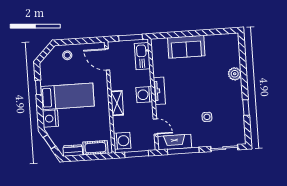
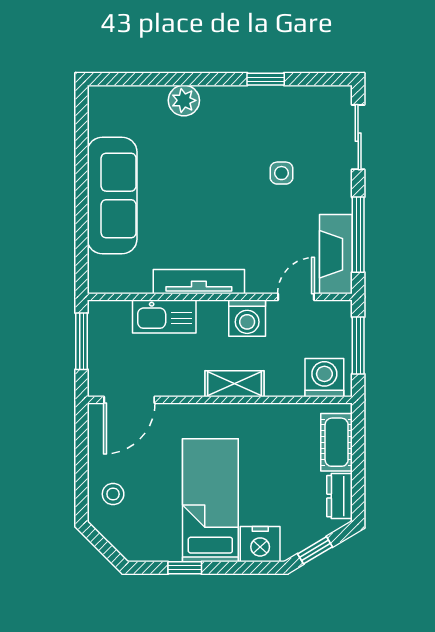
sofa: (186, 47) -> (112, 195), width x1.36
kitchen sink: (142, 56) -> (164, 316), moved
tv unit: (159, 91) -> (199, 282), width x1.41
washing machine: (144, 95) -> (247, 318), moved

